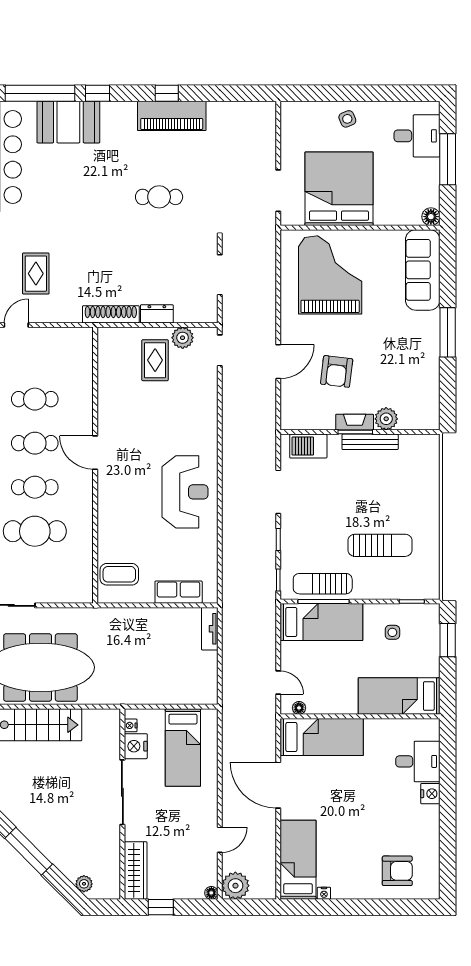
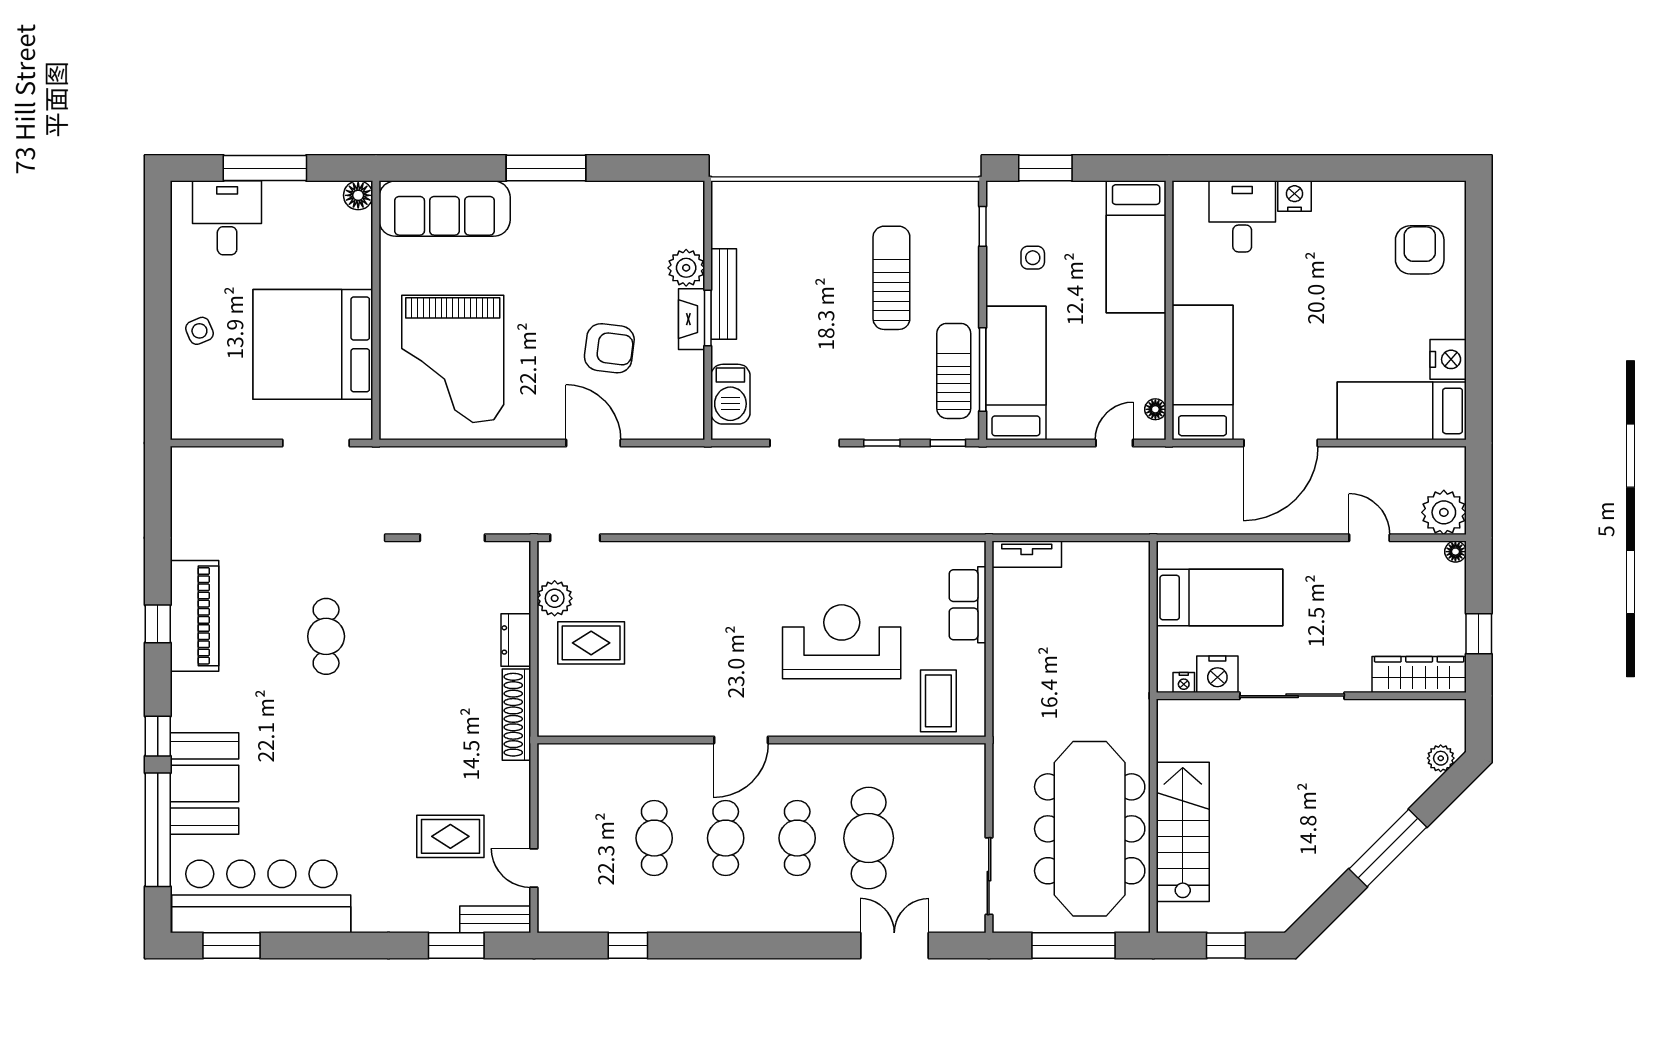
grand piano: (330, 275) -> (453, 359), turned -90
reception desk: (185, 492) -> (842, 642), moved
sun lounger: (323, 584) -> (954, 371), turned 180
nightstand: (324, 893) -> (1448, 359), width x1.89, depth x1.79

